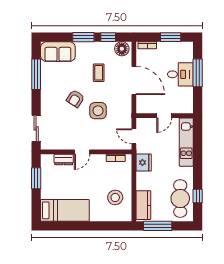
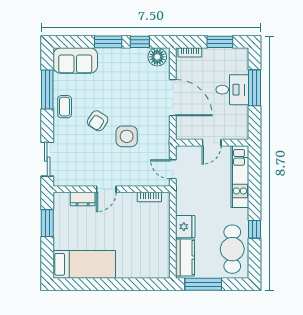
coffee table: (99, 73) -> (65, 107), moved
fridge: (144, 163) -> (185, 227), moved
window: (198, 196) -> (255, 229), moved
stool: (115, 197) -> (149, 248), removed

